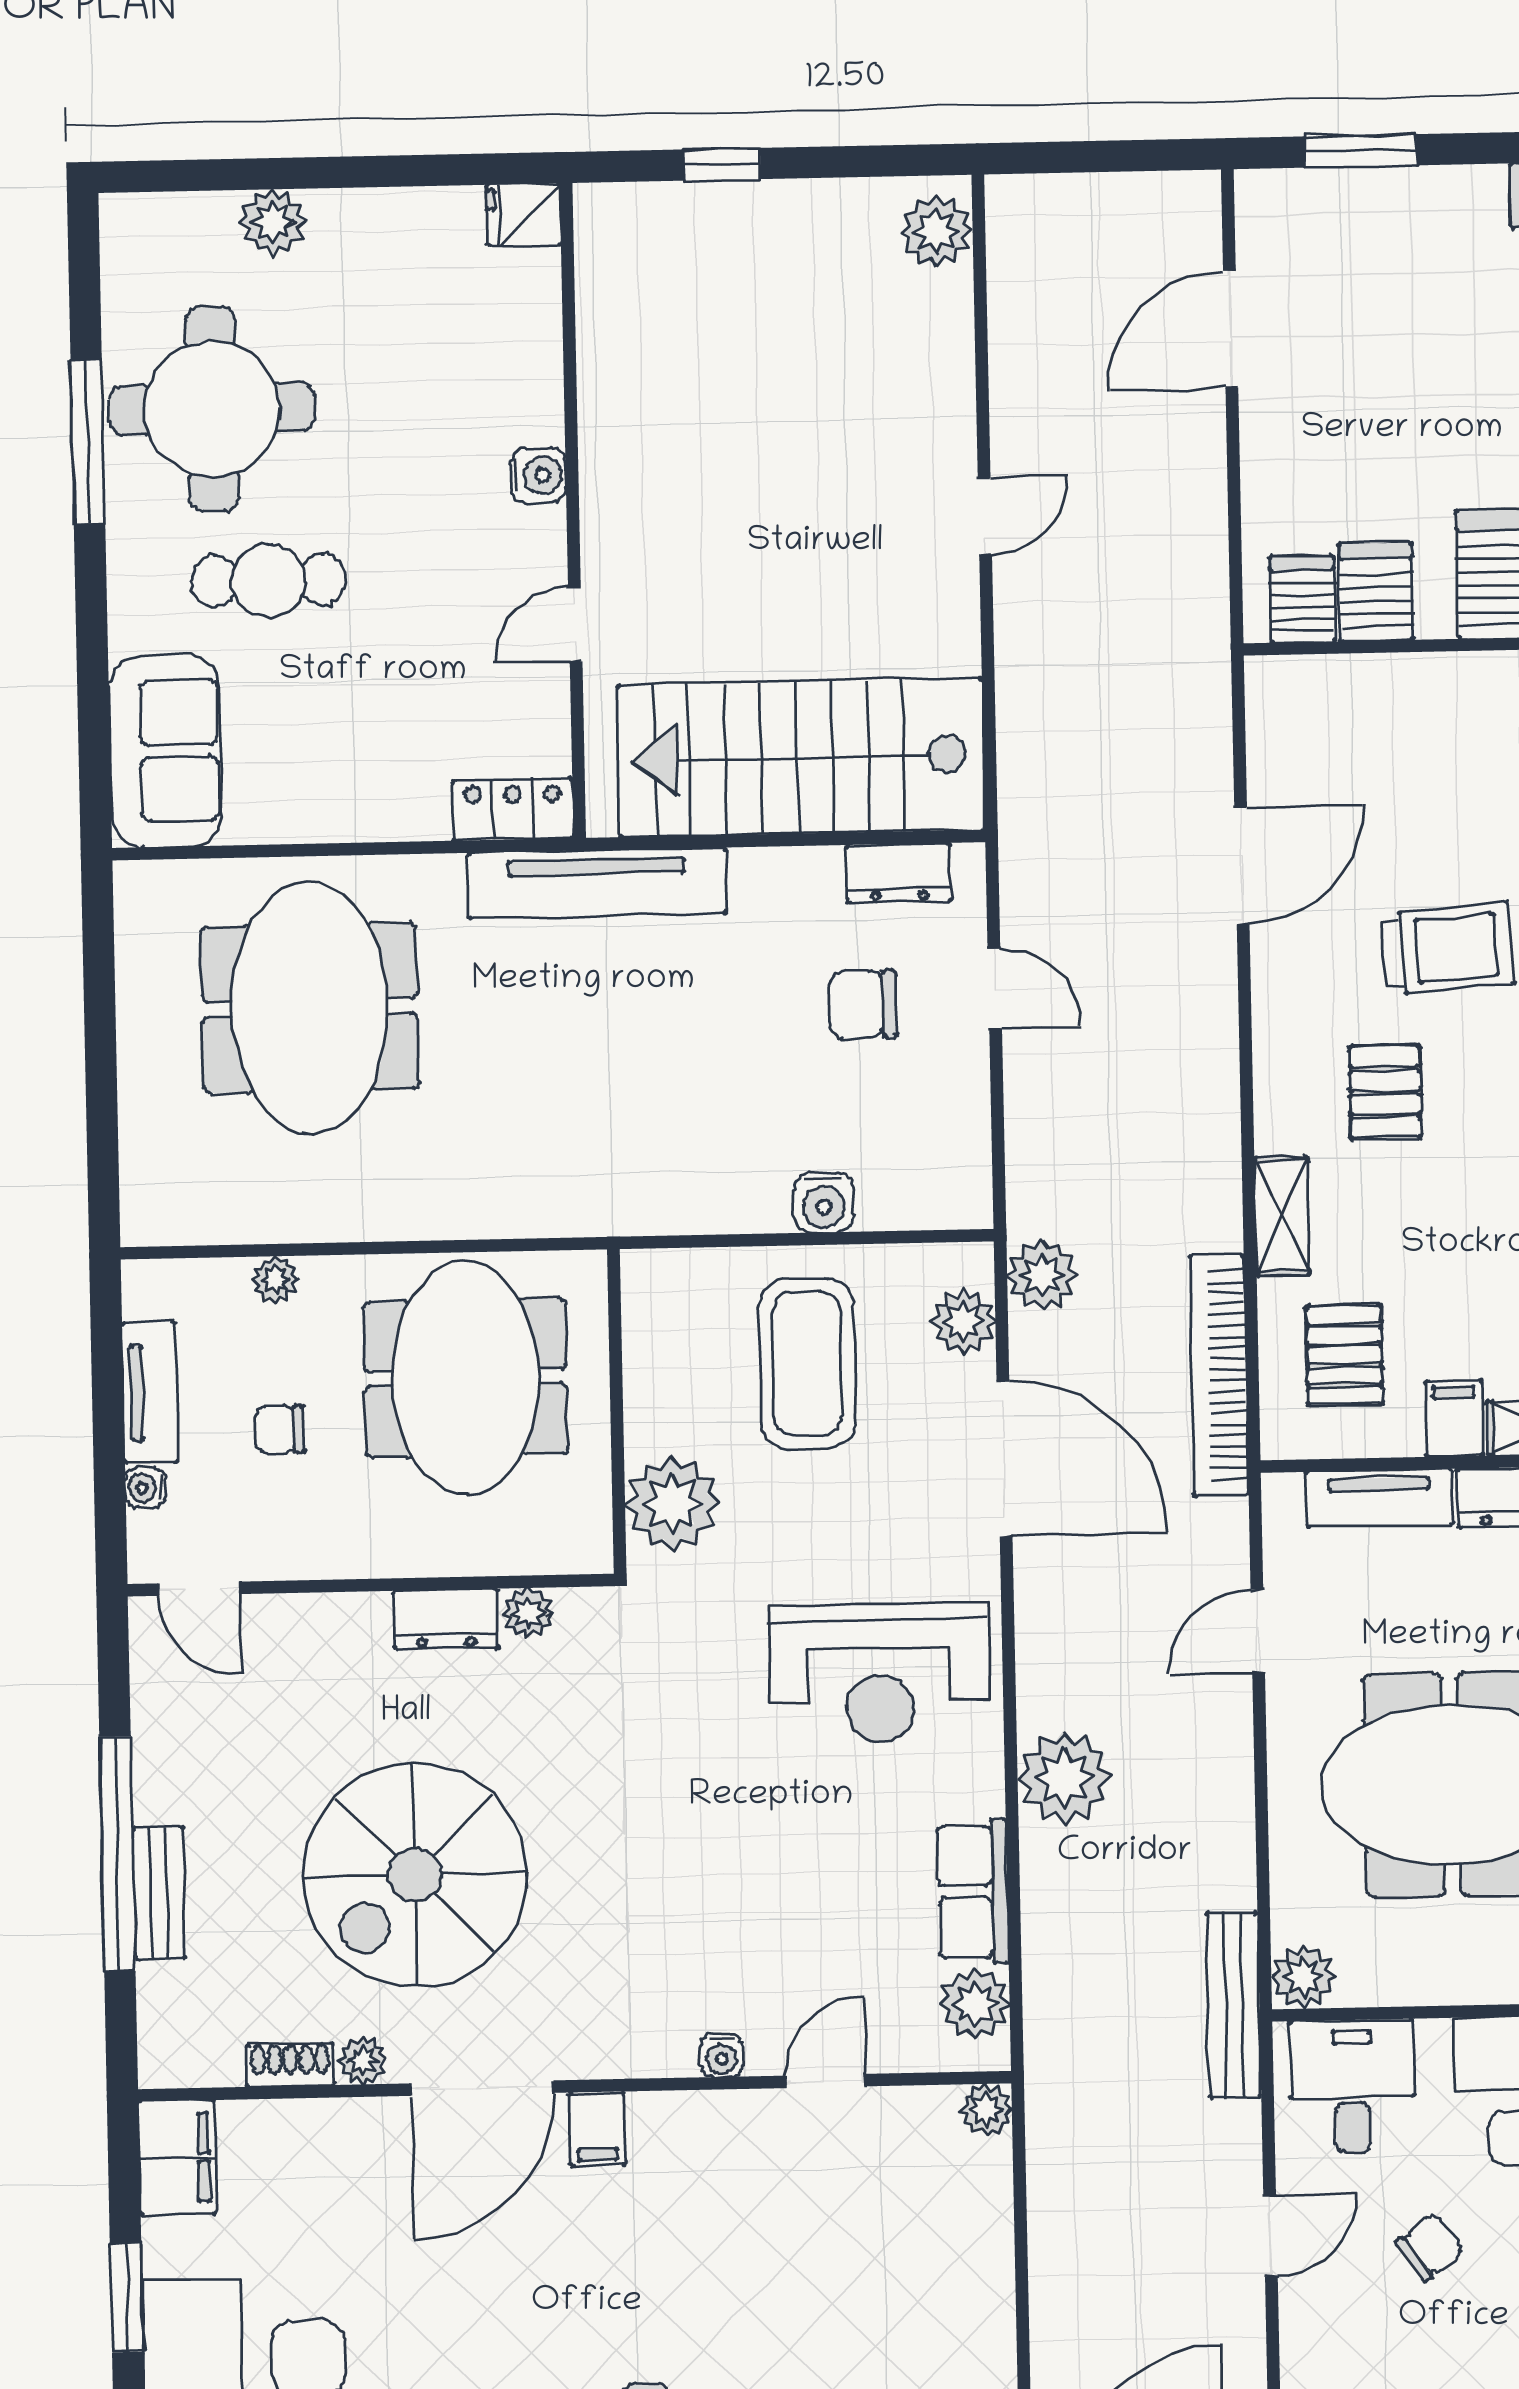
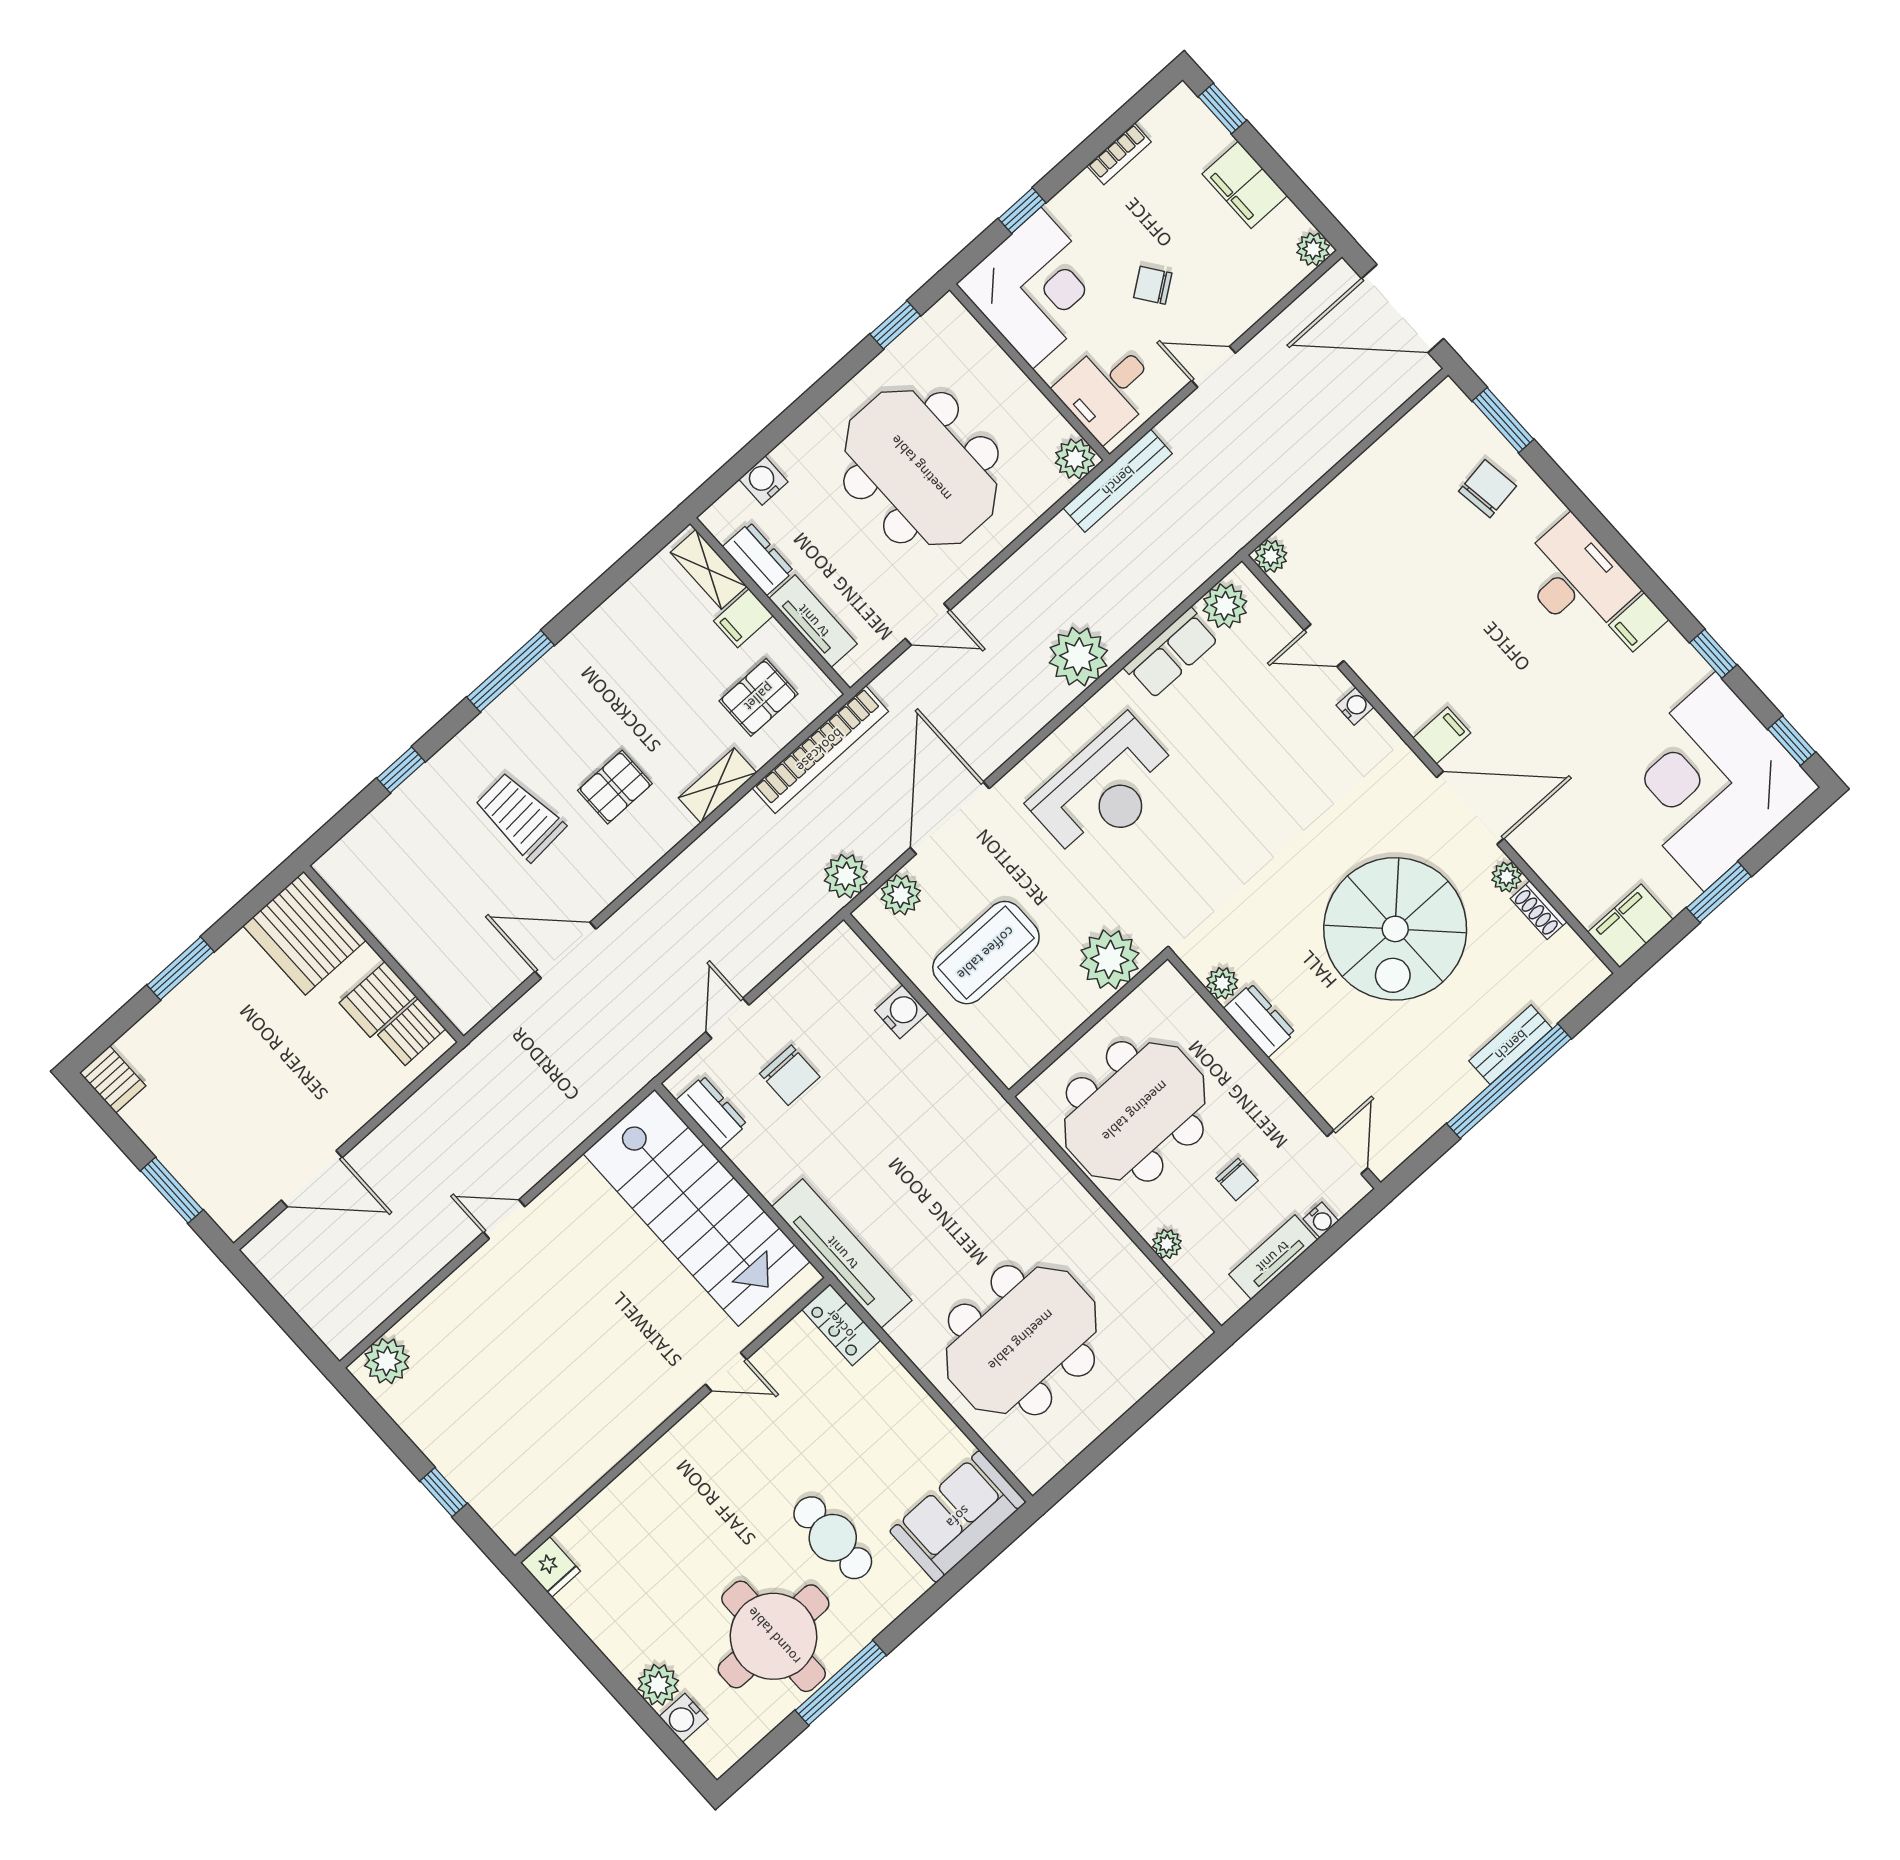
water cooler: (538, 475) -> (684, 1718), moved, turned -90
reception desk: (879, 1673) -> (1105, 789), turned 90
spiral stairs: (415, 1875) -> (1395, 929), turned 90

